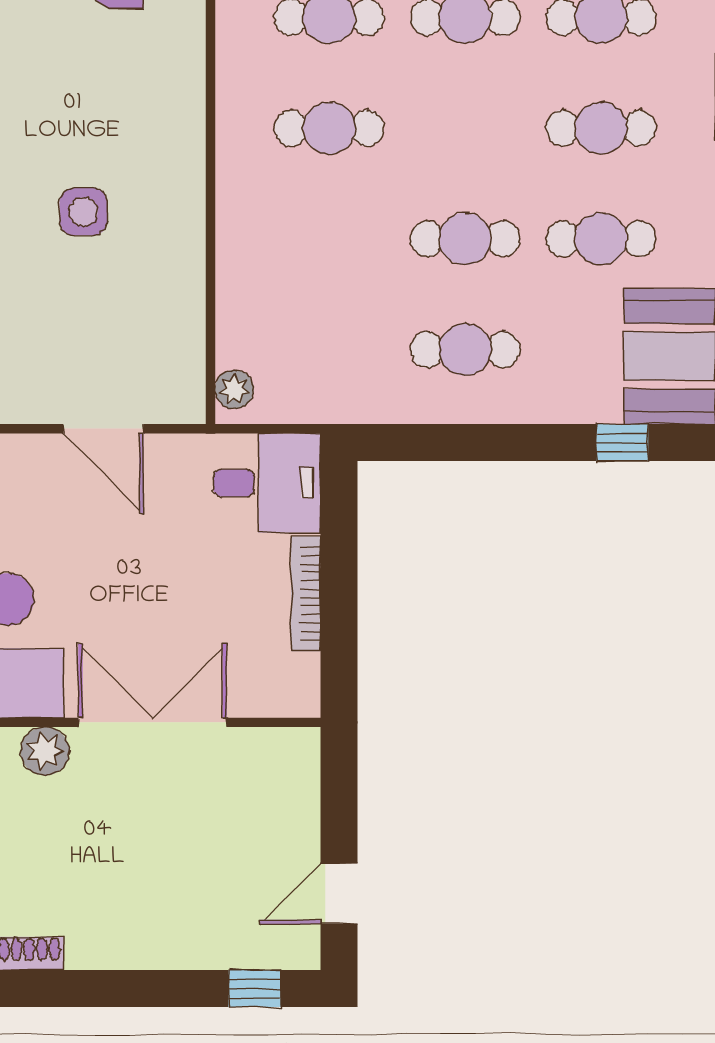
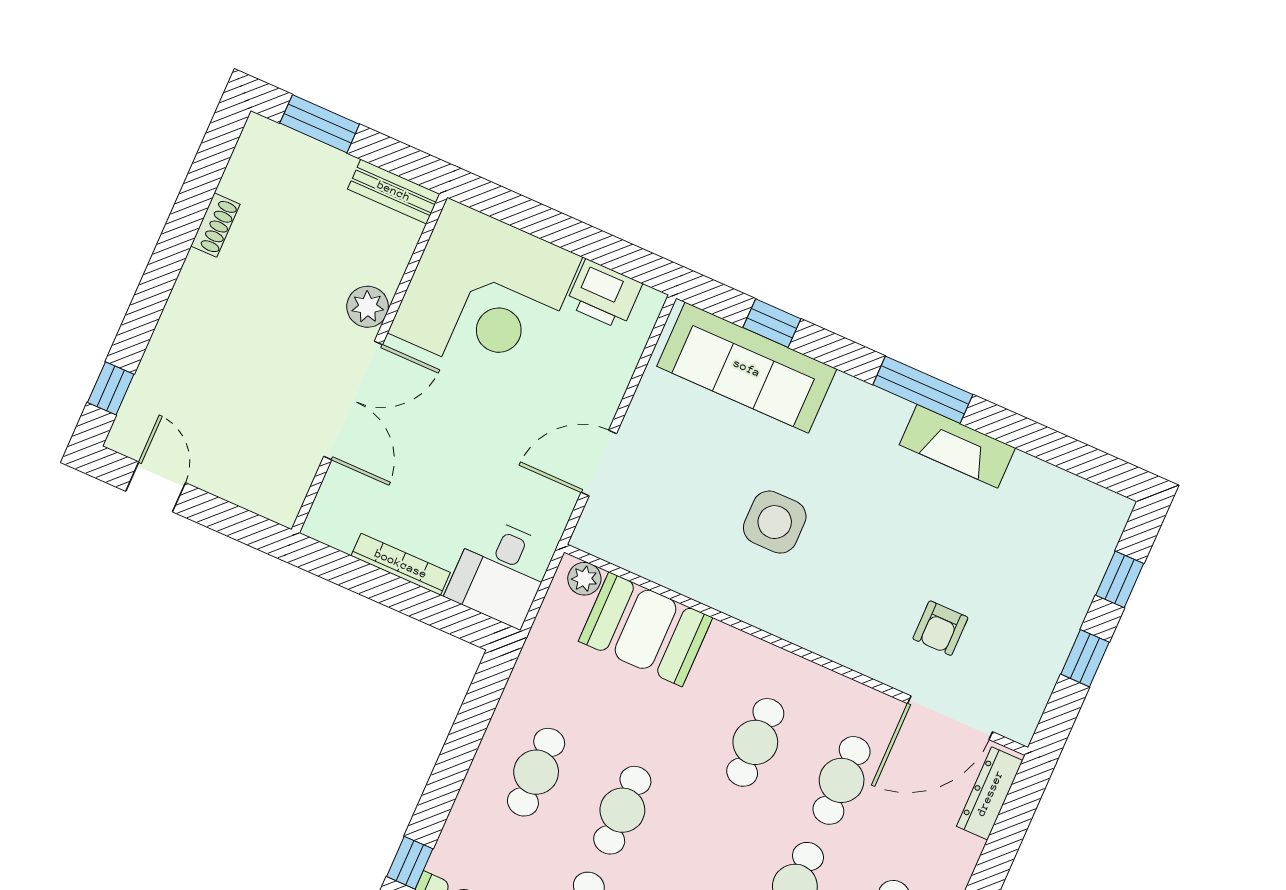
side table: (83, 212) -> (775, 522), width x1.37, depth x1.37
booth: (260, 300) -> (646, 629), added

